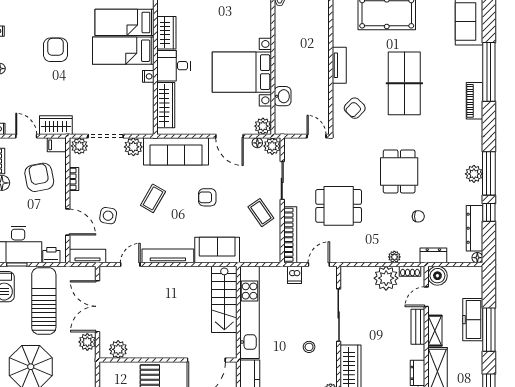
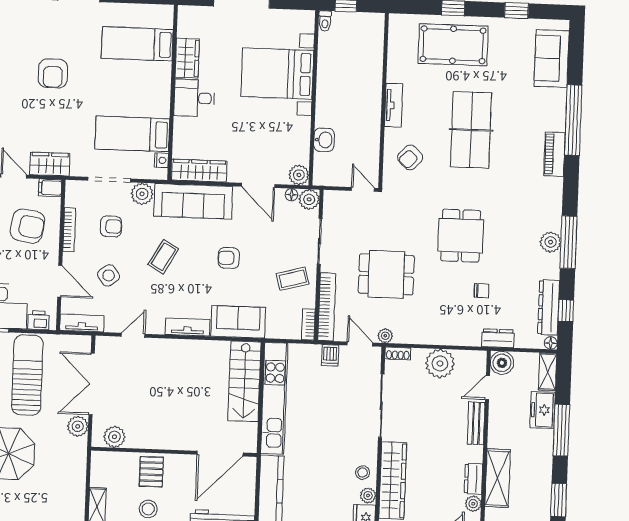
armchair: (55, 50) -> (53, 73), turned 180
bed: (123, 51) -> (132, 134), moved
bed with nightstands: (242, 72) -> (277, 73), moved
nightstand: (148, 76) -> (161, 160), moved
wardrobe: (166, 105) -> (199, 171), moved, turned -90
plant: (79, 146) -> (77, 190), removed
armchair: (109, 175) -> (111, 226), added
armchair: (39, 177) -> (28, 226), turned 110
bookcase: (74, 179) -> (69, 230), width x1.56
window: (489, 212) -> (566, 311), moved
coffee table: (261, 213) -> (293, 279), turned -70
side table: (108, 216) -> (109, 275), turned 45
bookcase: (275, 250) -> (308, 324), added
tv unit: (168, 256) -> (188, 327), width x0.71
plant: (394, 257) -> (385, 336), moved
door: (319, 265) -> (360, 344), hinge flipped
shoe rack: (410, 271) -> (398, 353), moved
freezer: (473, 320) -> (543, 410), width x0.71
shelving: (435, 331) -> (548, 372), moved
stool: (309, 347) -> (363, 473), moved

